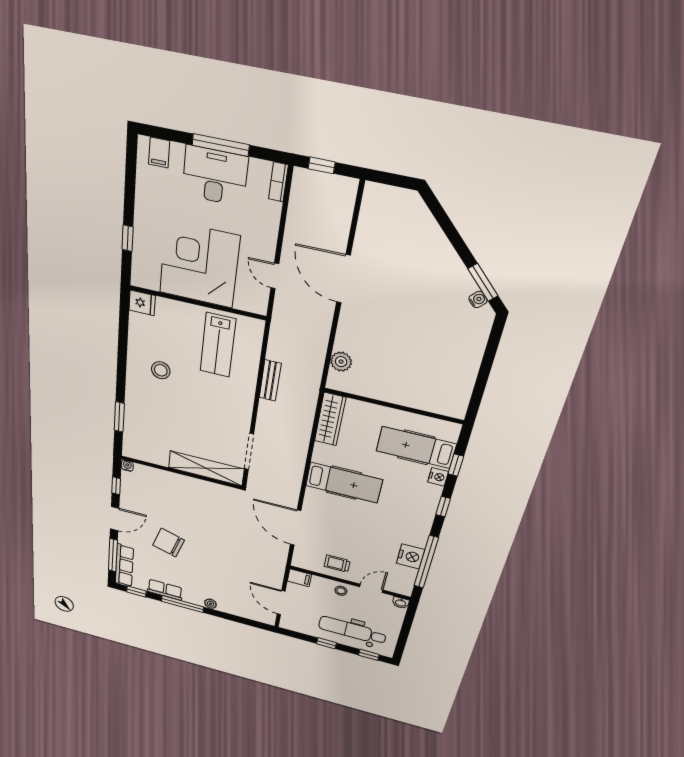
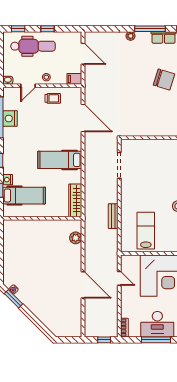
shelving: (206, 468) -> (144, 146), removed

